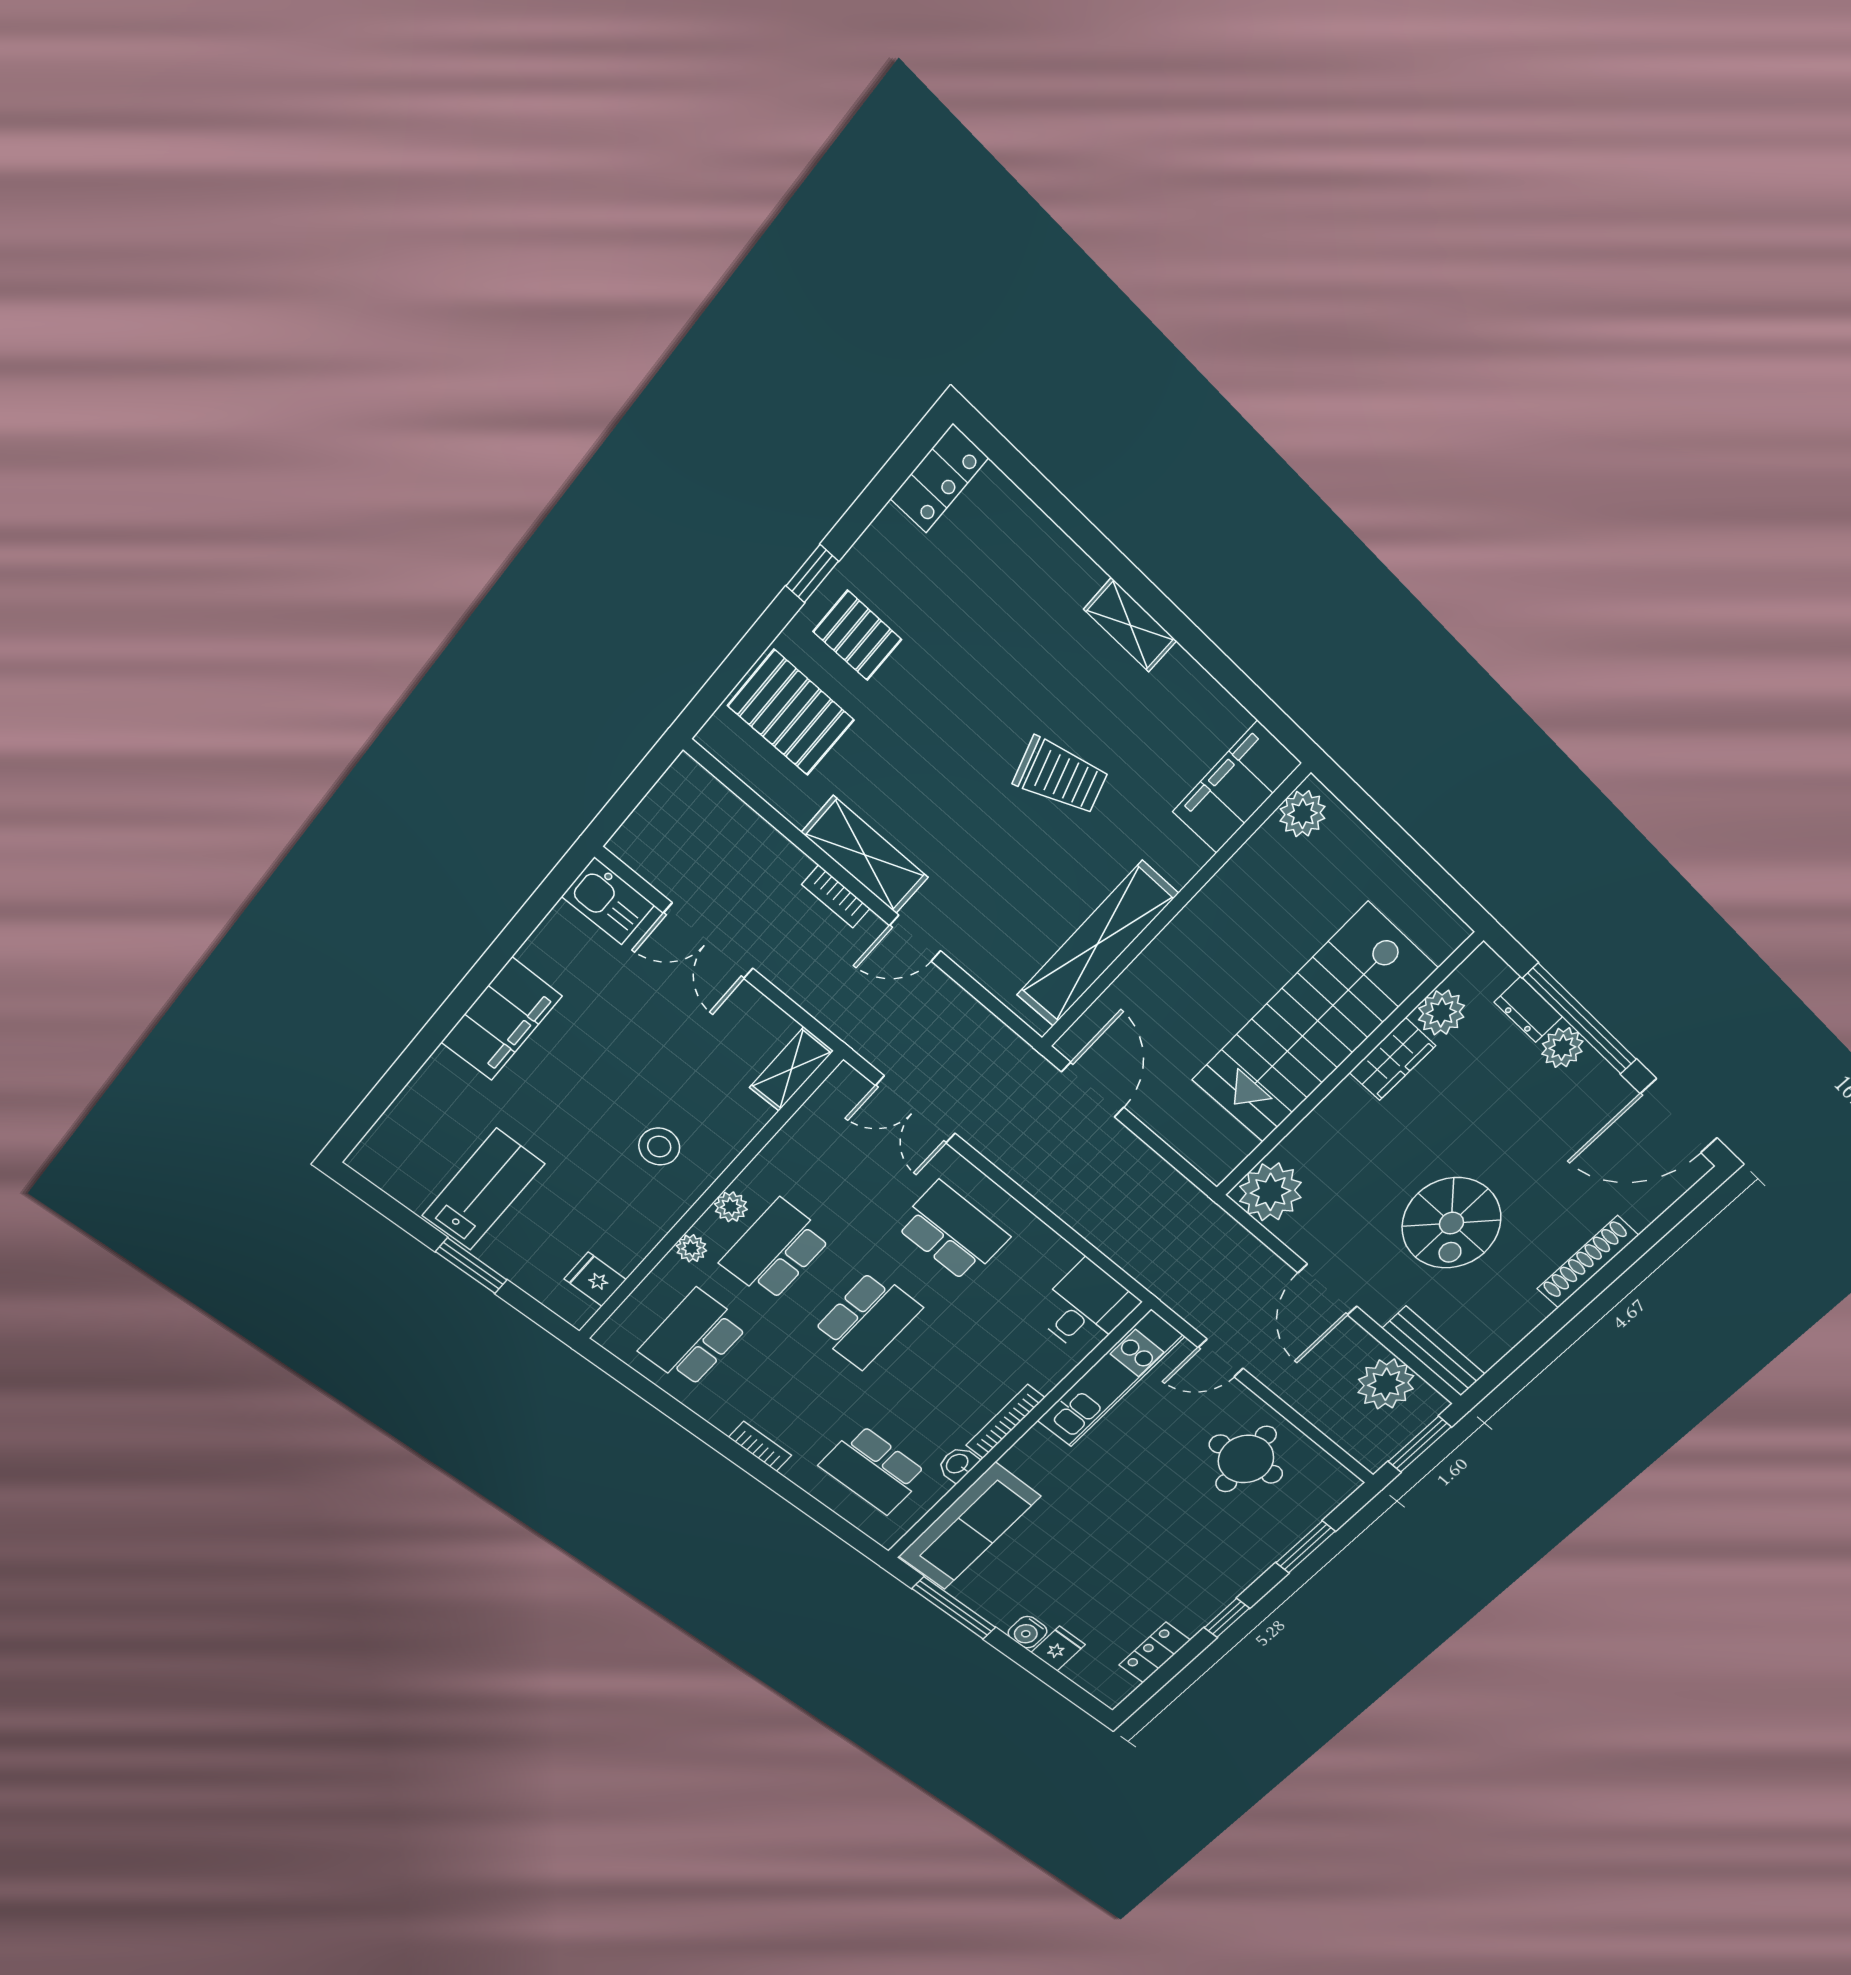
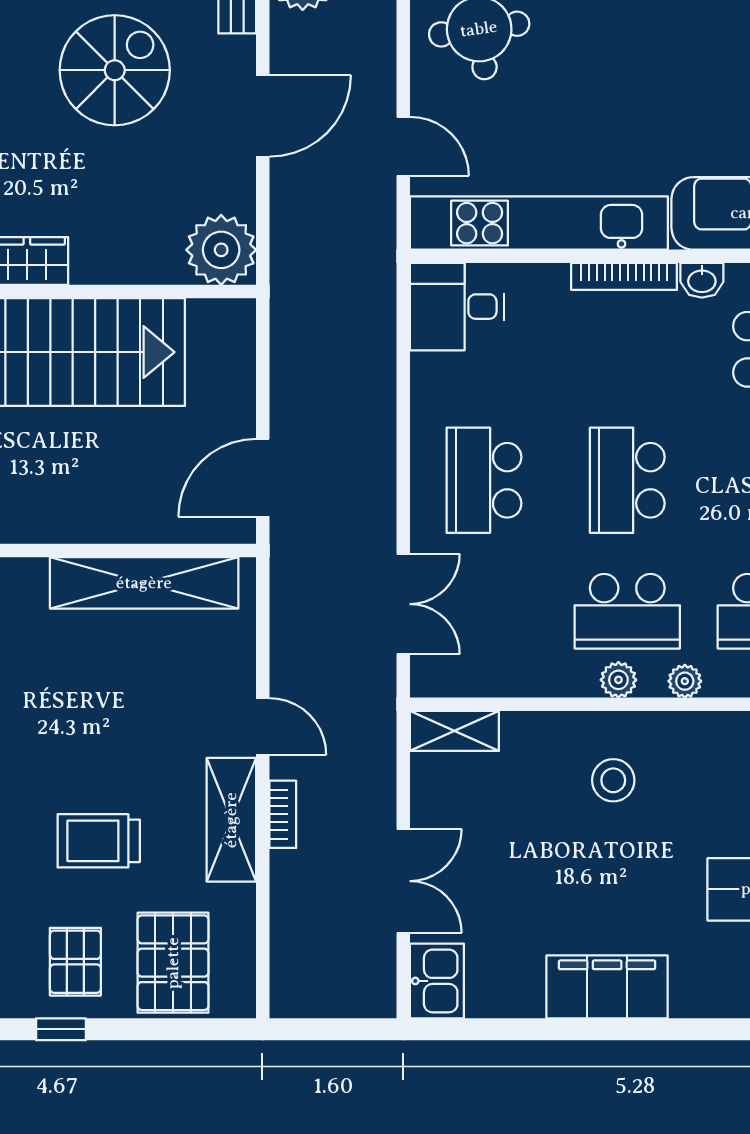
trolley: (1061, 776) -> (99, 841), moved, turned -72
school desk: (867, 1320) -> (627, 480), turned -90
kitchen unit: (1111, 1379) -> (539, 223), width x1.36

